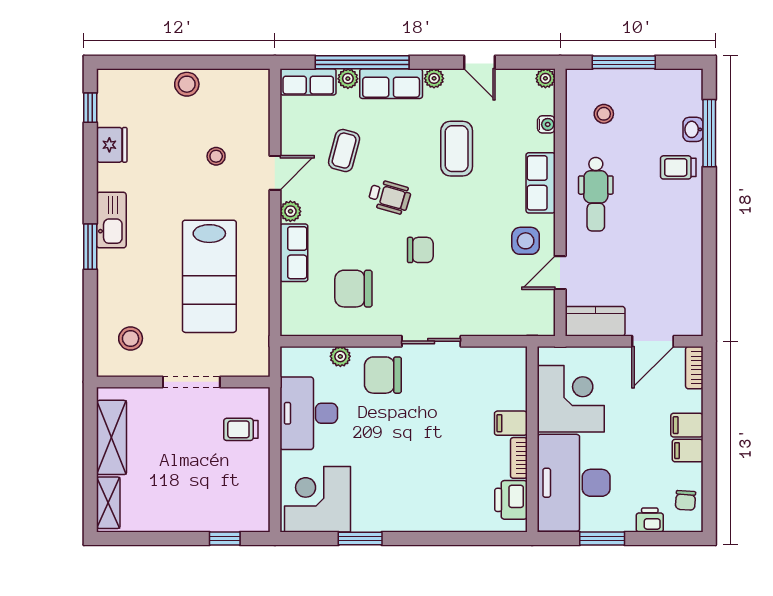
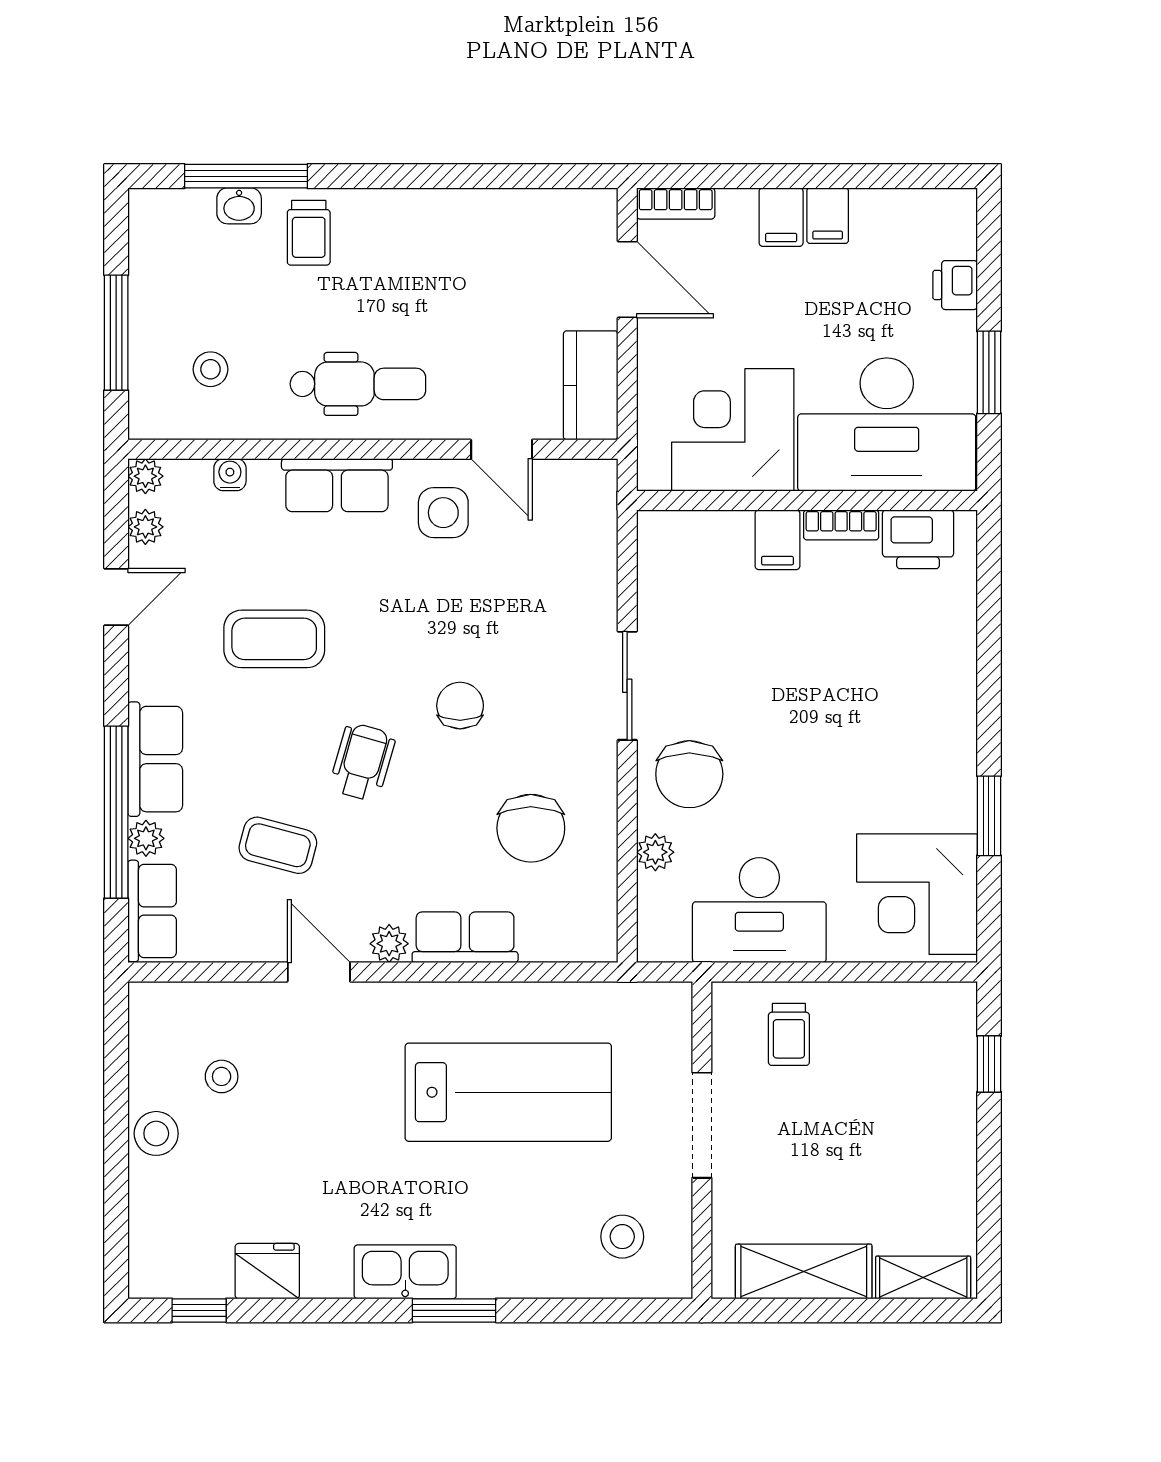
plant: (434, 78) -> (145, 527), moved
stool: (216, 156) -> (222, 1076), moved
chair: (685, 500) -> (919, 220), removed

